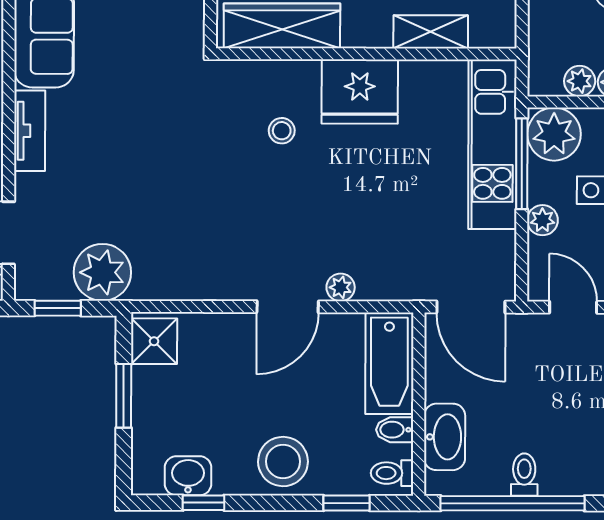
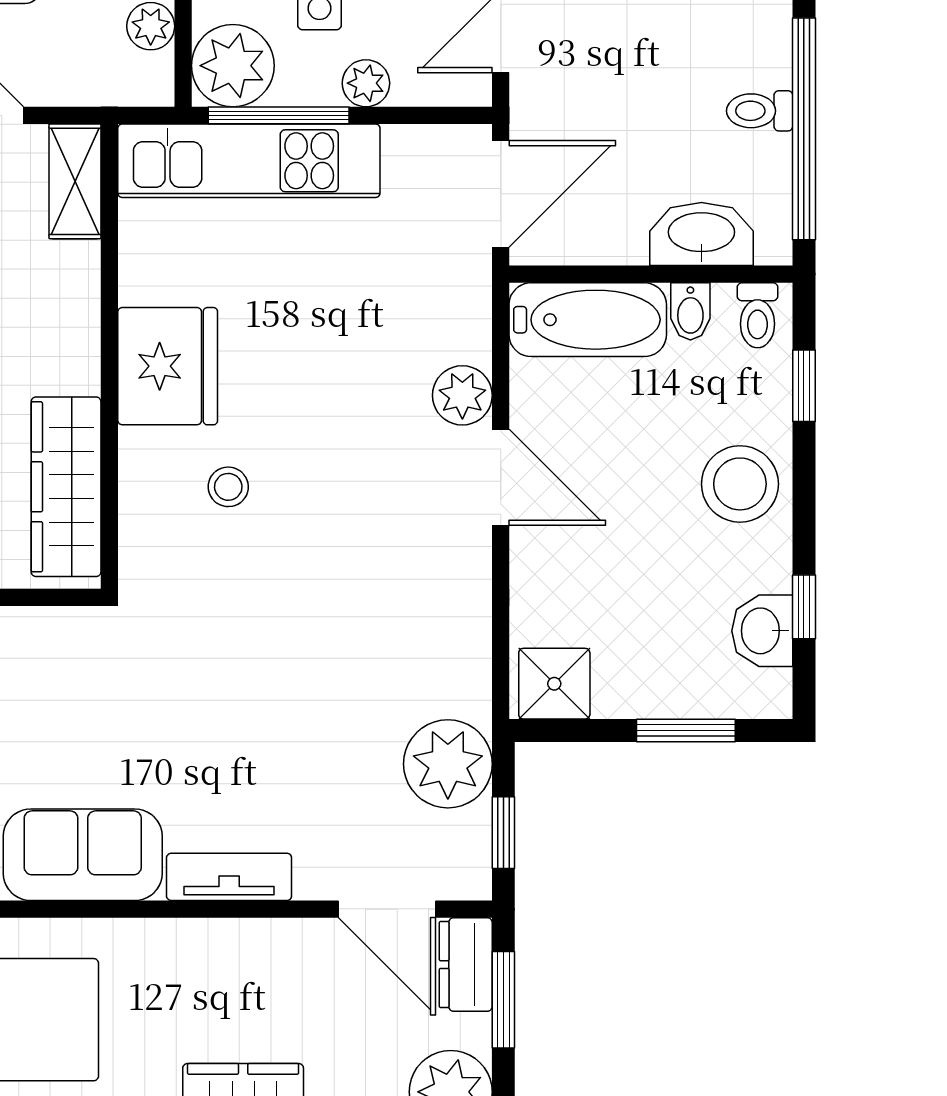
shelving: (431, 32) -> (75, 181), moved
plant: (341, 287) -> (462, 395), width x1.38, depth x1.38
window: (124, 396) -> (686, 731), moved

